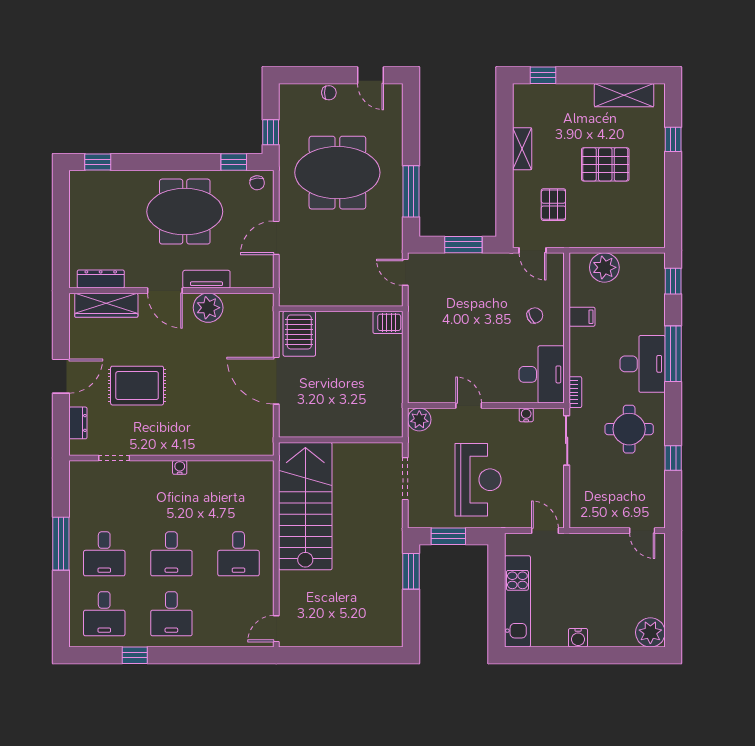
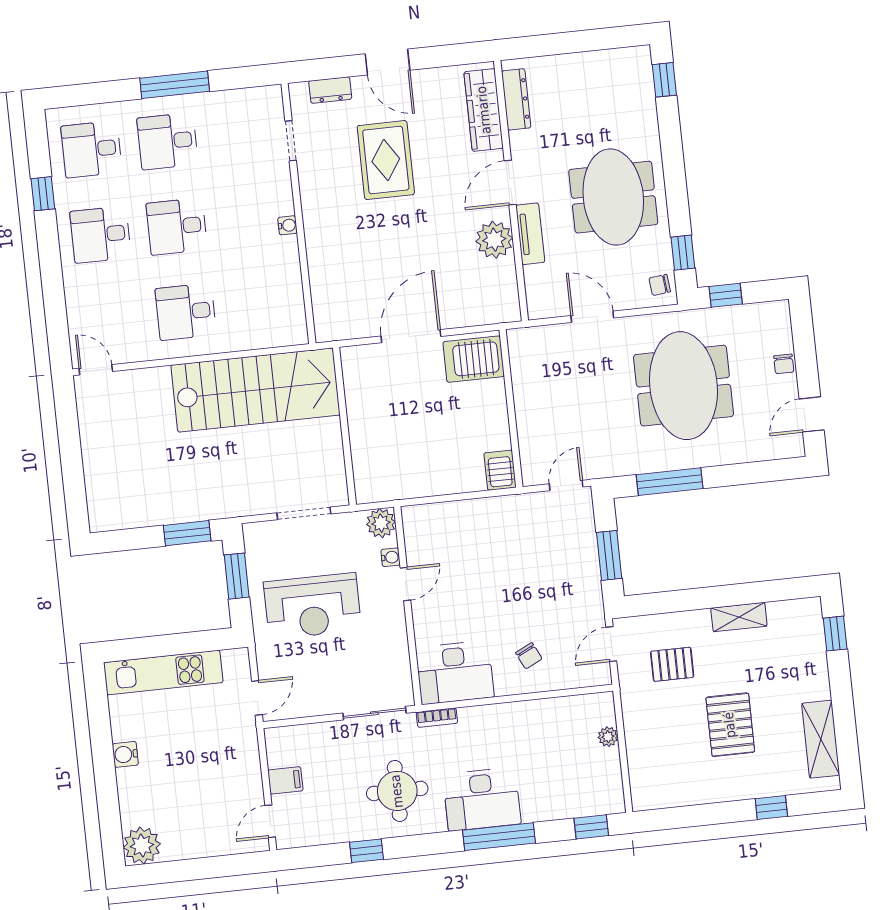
plant: (604, 267) -> (608, 737), width x0.53, depth x0.53
filing cabinet: (582, 317) -> (285, 780), moved, turned -90
water cooler: (526, 415) -> (391, 557), moved

